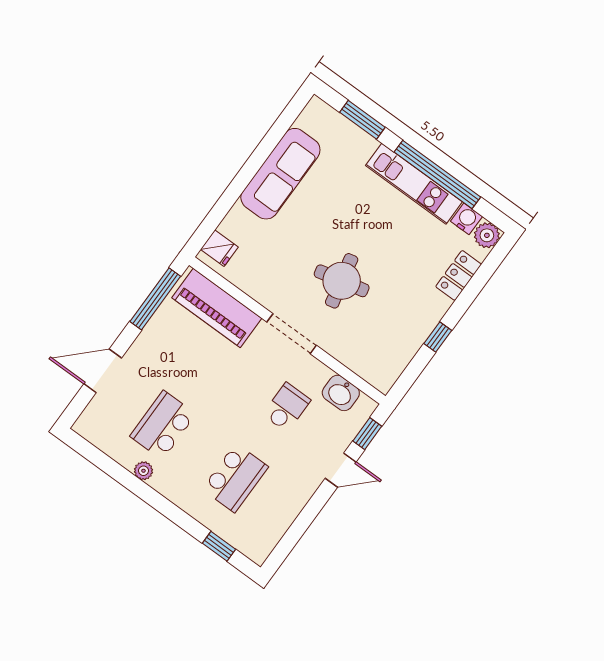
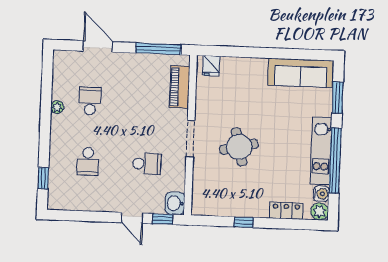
sofa: (280, 174) -> (301, 73), moved
piano: (217, 308) -> (180, 87), width x0.73, depth x0.75
washbasin: (341, 393) -> (175, 203), moved
school desk: (163, 425) -> (90, 101), width x0.54
school desk: (235, 478) -> (88, 161), width x0.54

